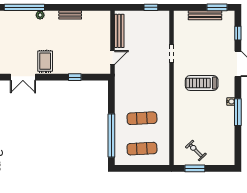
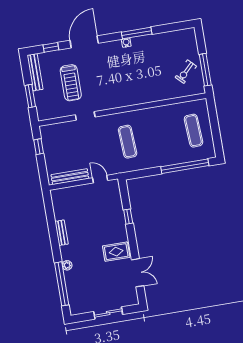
window: (217, 7) -> (30, 96), moved
bench: (205, 15) -> (35, 72), moved
treadmill: (202, 83) -> (71, 83), moved
exercise mat: (142, 118) -> (128, 142), moved
window: (195, 168) -> (205, 70), width x1.44

